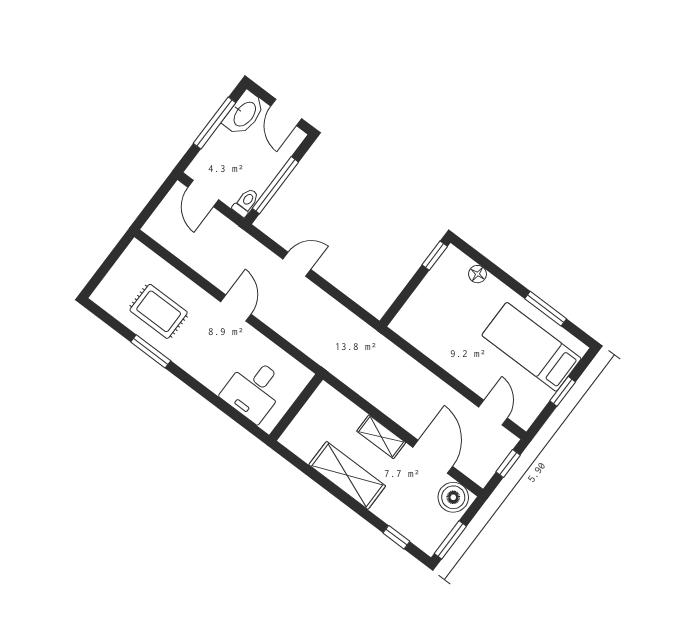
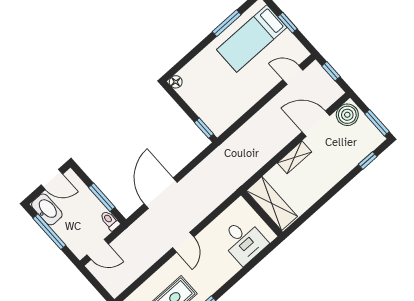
window: (275, 185) -> (102, 197), width x0.69
window: (435, 256) -> (204, 128), moved
door: (297, 264) -> (161, 193), width x1.88
floor lamp: (478, 274) -> (176, 82), moved
door: (236, 308) -> (183, 242), swing flipped
shelving: (347, 475) -> (272, 203), moved, turned 90

